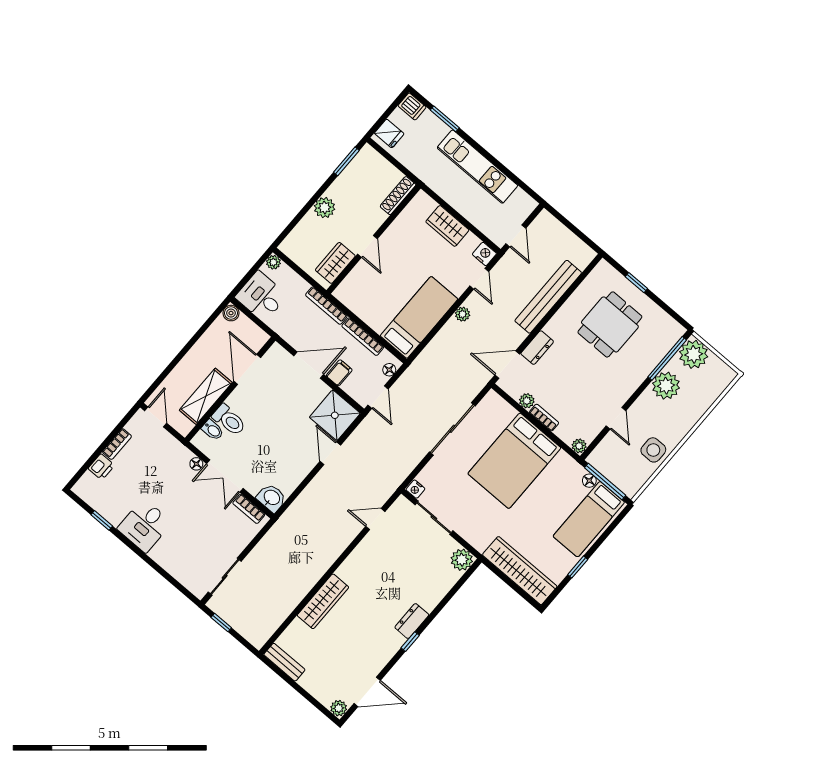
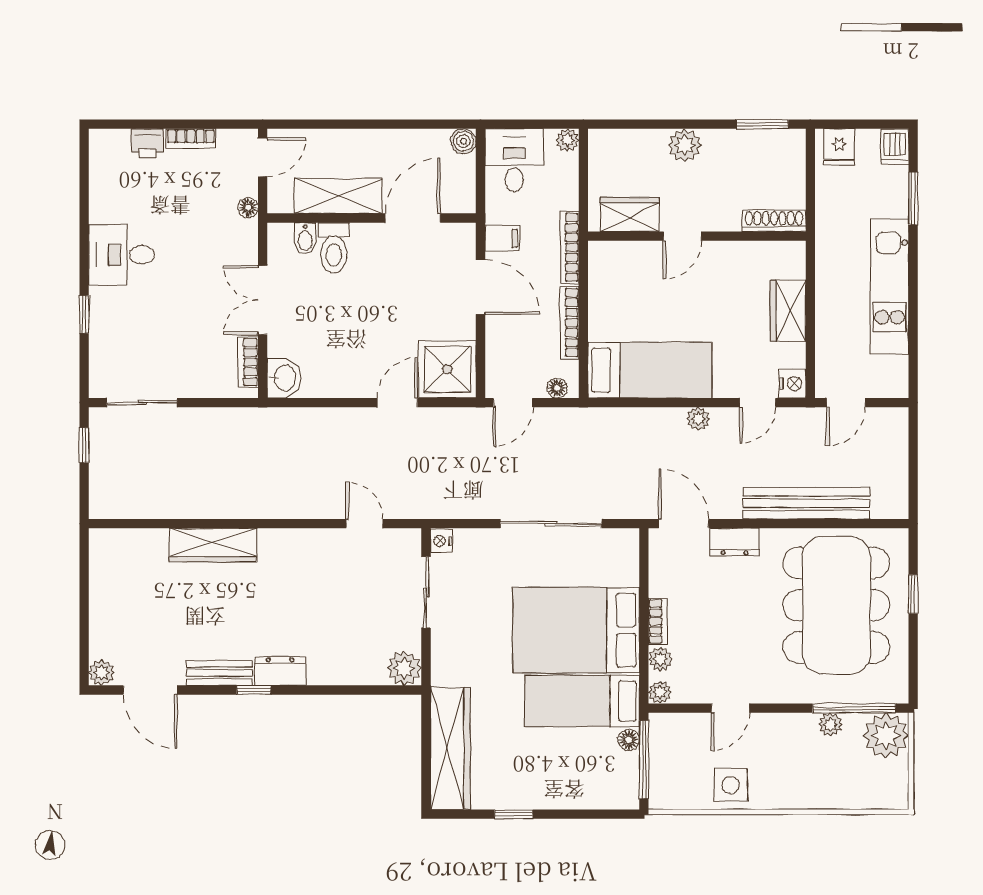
dining table: (610, 324) -> (836, 605), width x1.87, depth x1.24
filing cabinet: (339, 373) -> (502, 238), moved
plant: (666, 386) -> (831, 724), width x0.53, depth x0.53
plant: (527, 401) -> (660, 659), moved
floor lamp: (196, 464) -> (248, 207), moved
bed: (589, 519) -> (582, 701), moved
window: (102, 520) -> (84, 314), moved
bench: (284, 662) -> (219, 673), moved, turned 90

